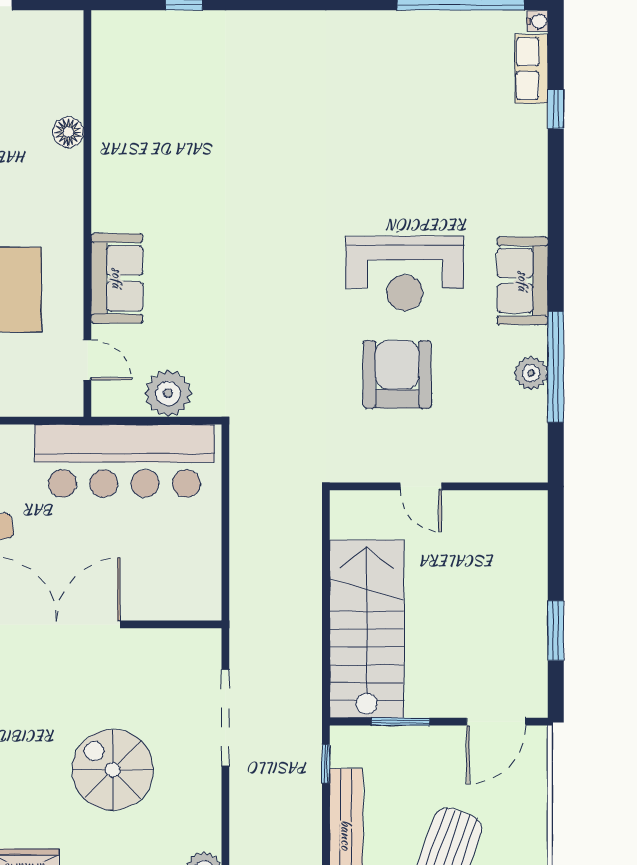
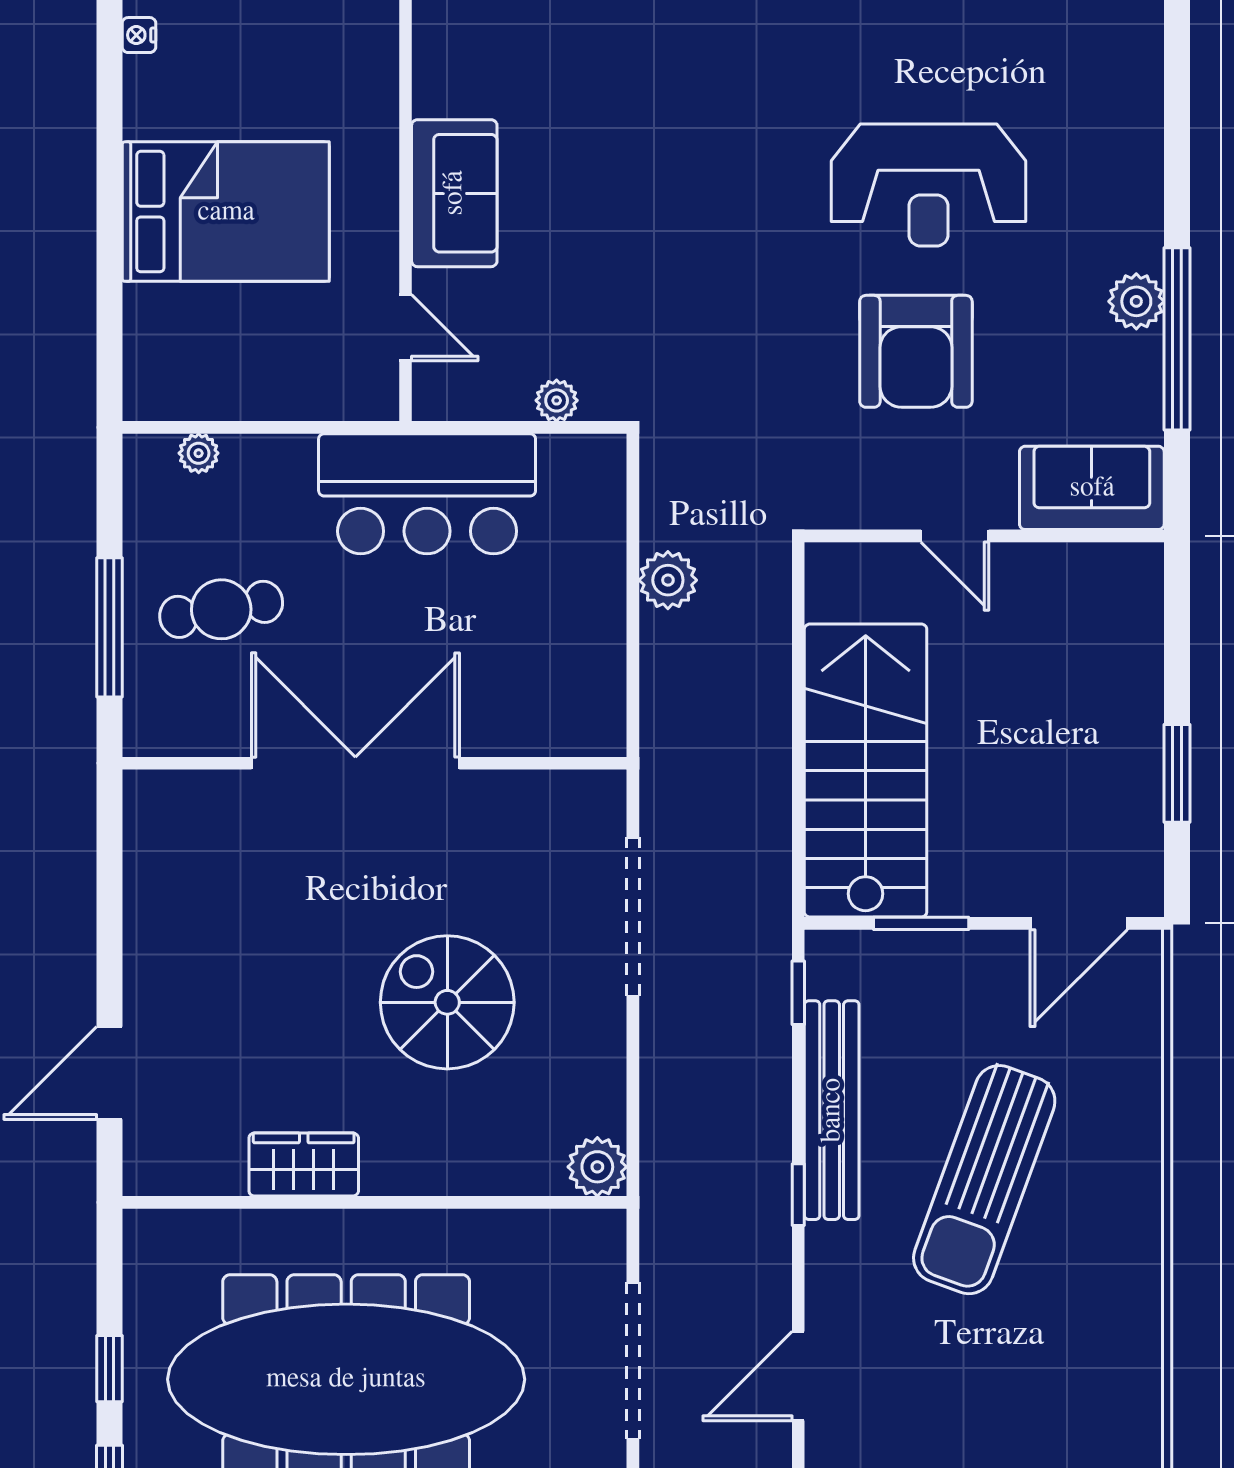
sofa: (523, 281) -> (1092, 488), moved, turned 90
plant: (531, 373) -> (1136, 301), moved
armchair: (397, 374) -> (916, 351), turned 180
plant: (168, 393) -> (557, 400), width x0.53, depth x0.53
bar counter: (124, 461) -> (427, 494), width x0.73
plant: (247, 513) -> (668, 580), added

